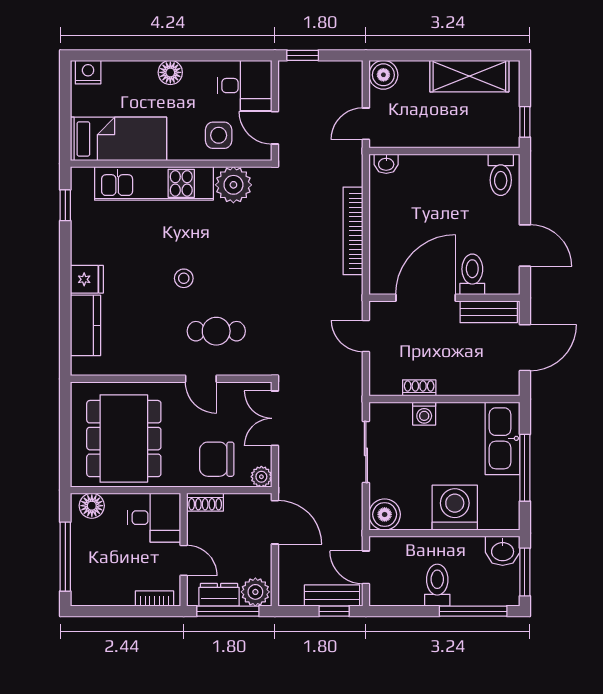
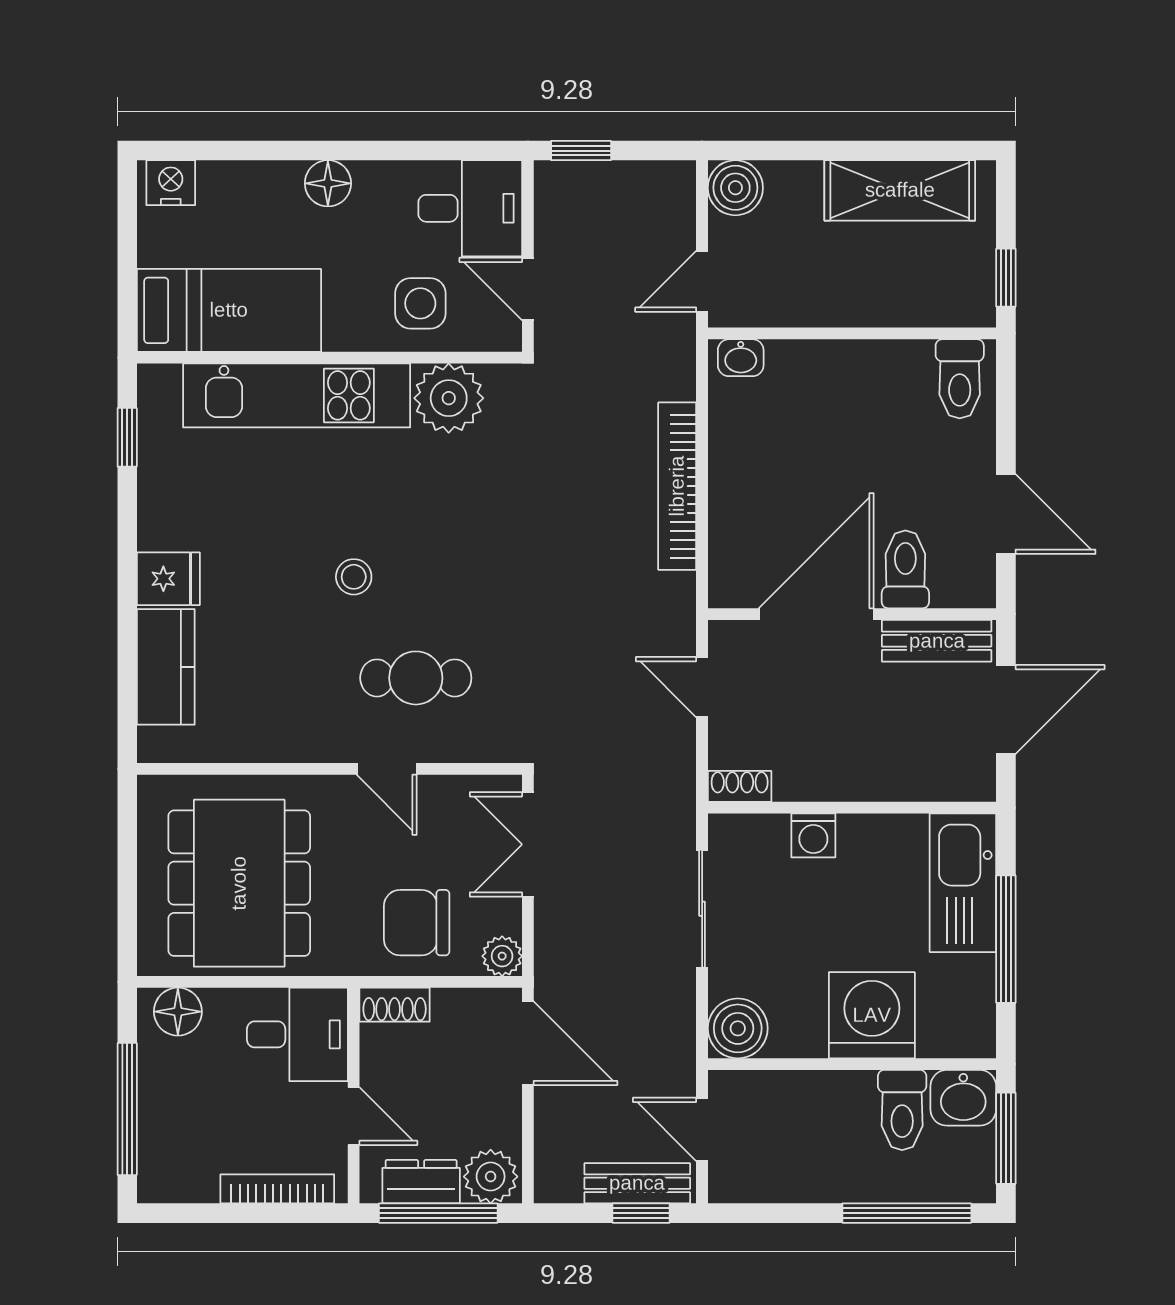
shoe rack: (419, 388) -> (740, 786), moved
toilet: (437, 585) -> (902, 1110), moved, turned 180
bookcase: (154, 598) -> (277, 1189), width x1.56

